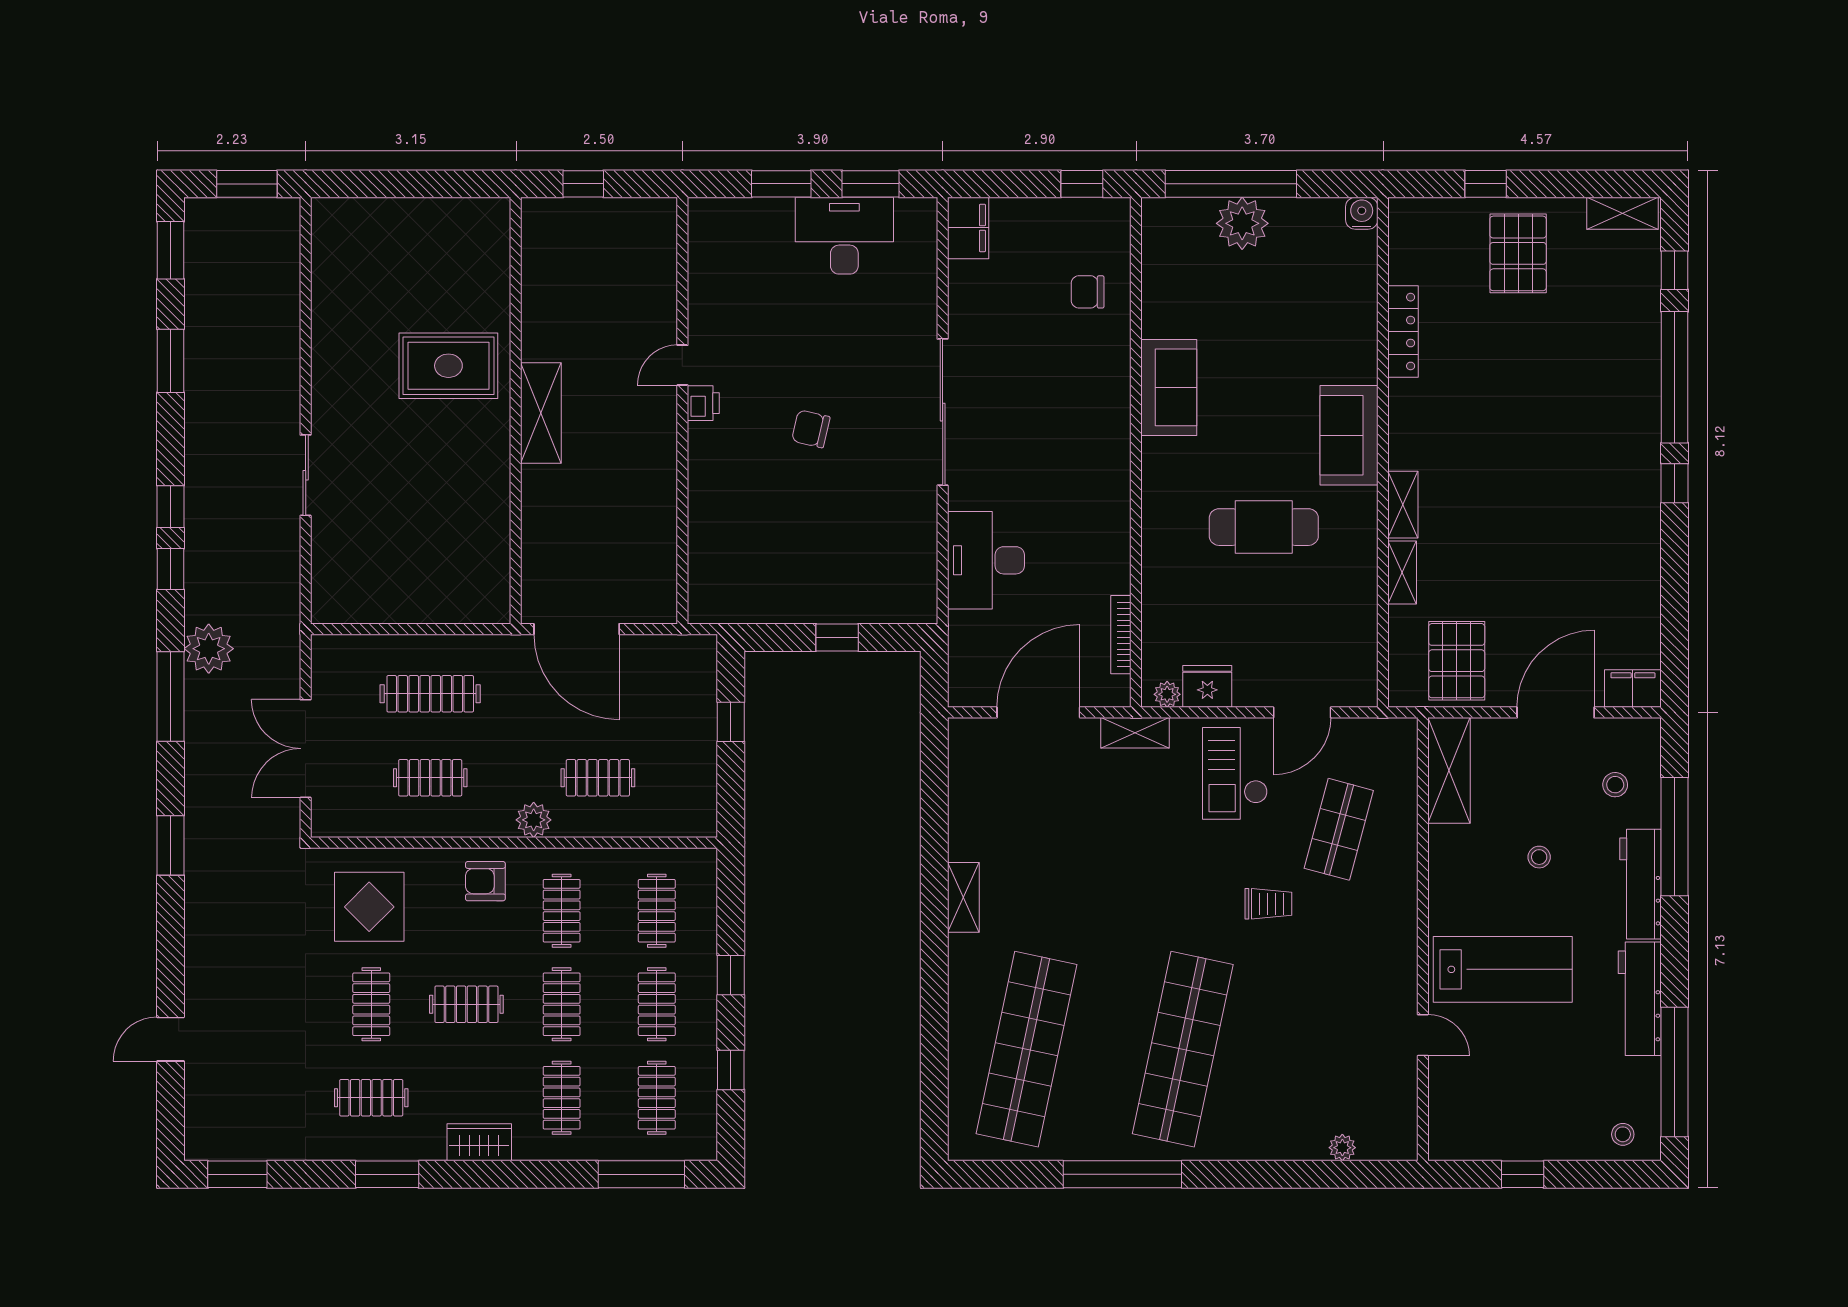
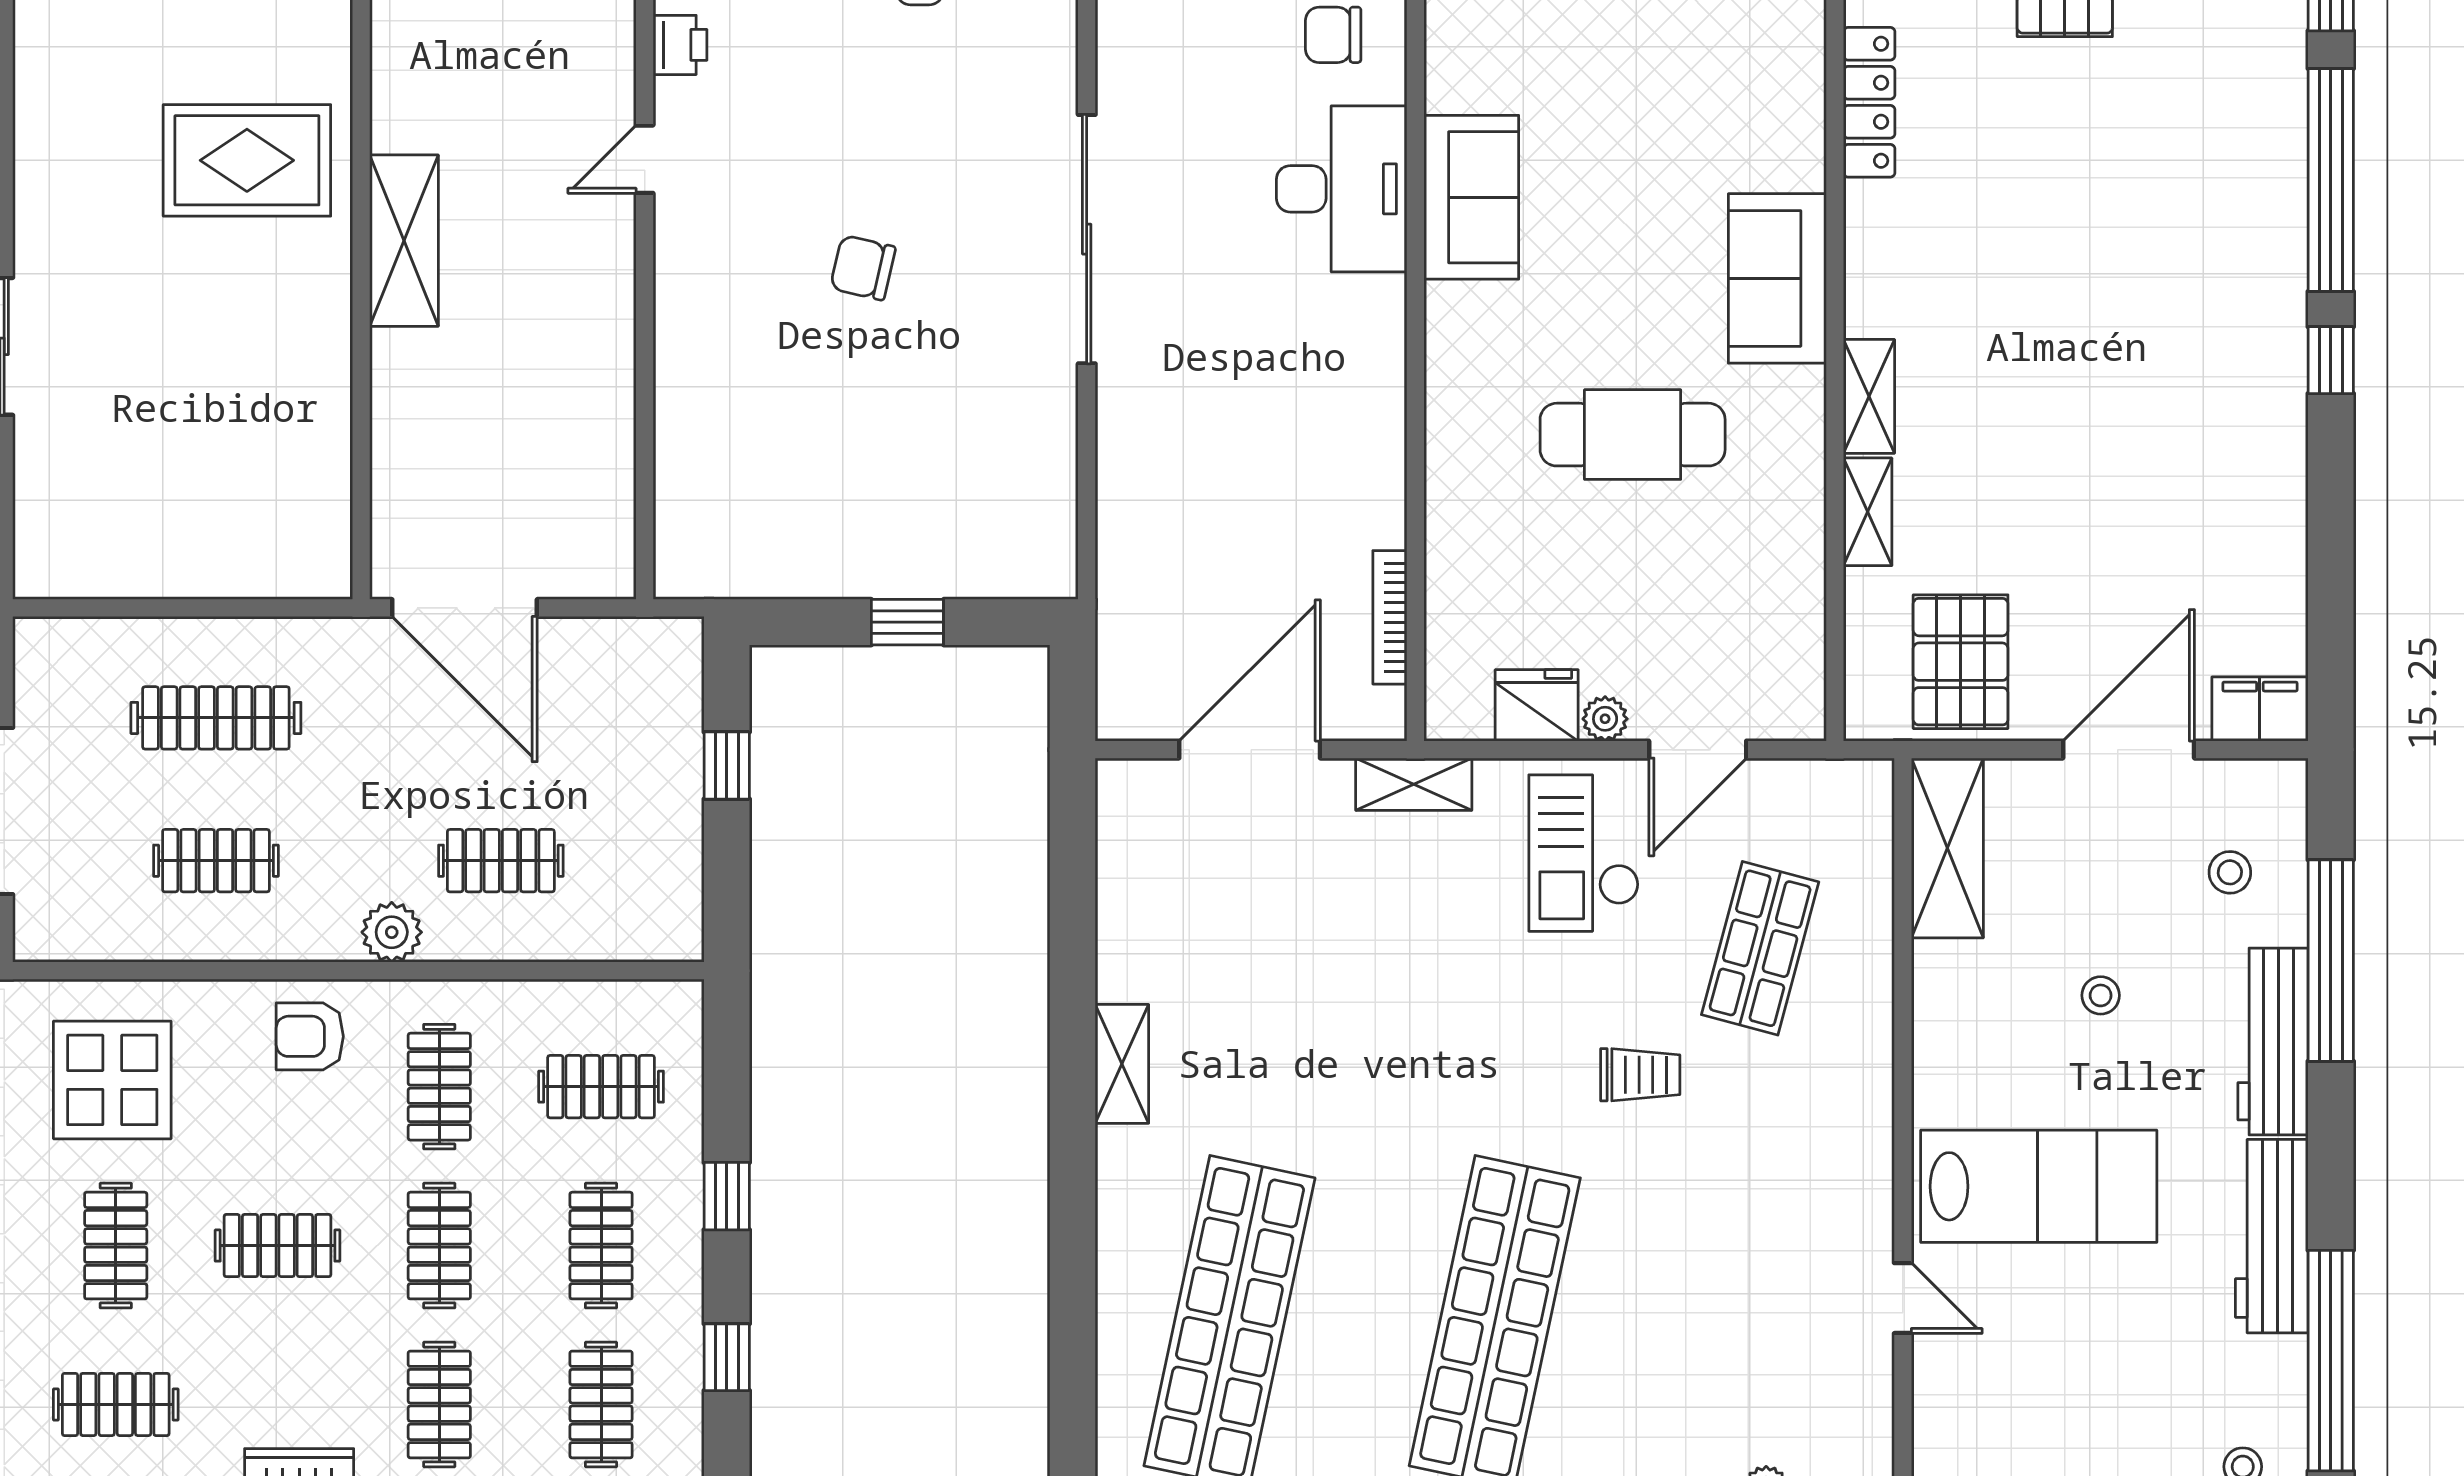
printer: (703, 403) -> (680, 45), moved
desk: (986, 560) -> (1342, 189), moved, turned 180
plant: (1167, 694) -> (1605, 719), moved
clothes rail: (657, 911) -> (601, 1087), turned 90

